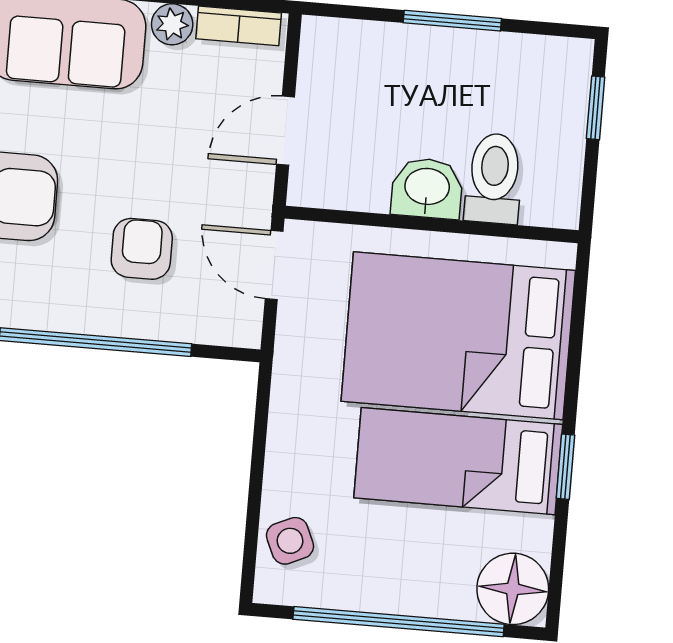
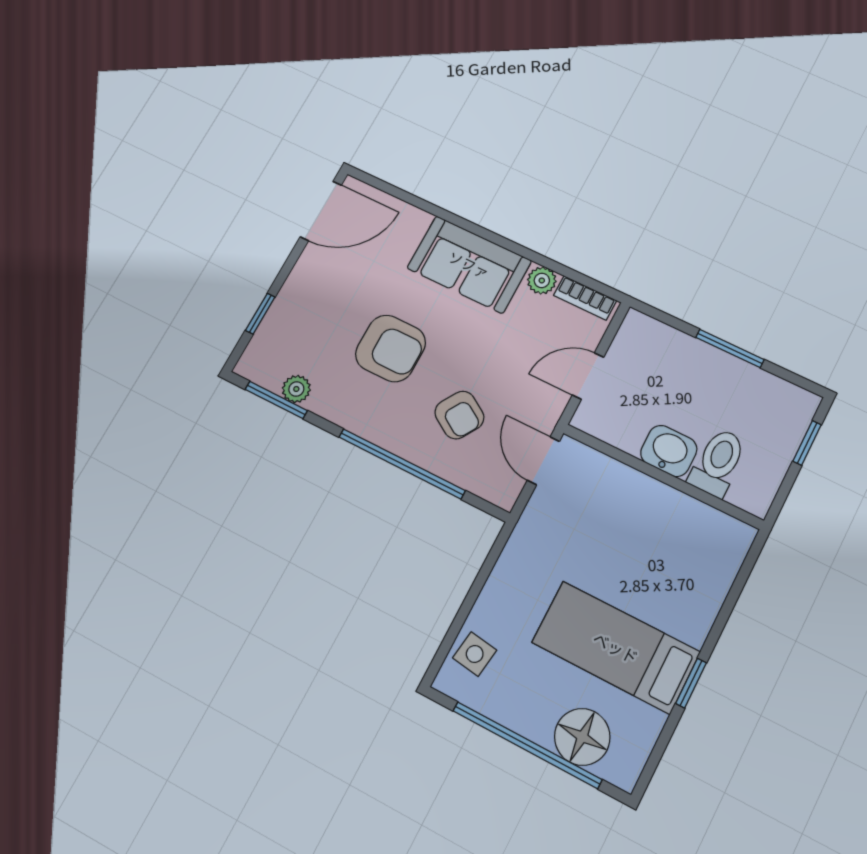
armchair: (142, 249) -> (459, 415), turned 122
bed: (458, 336) -> (651, 559), removed
side table: (290, 541) -> (475, 654), turned 32
floor lamp: (513, 589) -> (582, 737), moved

